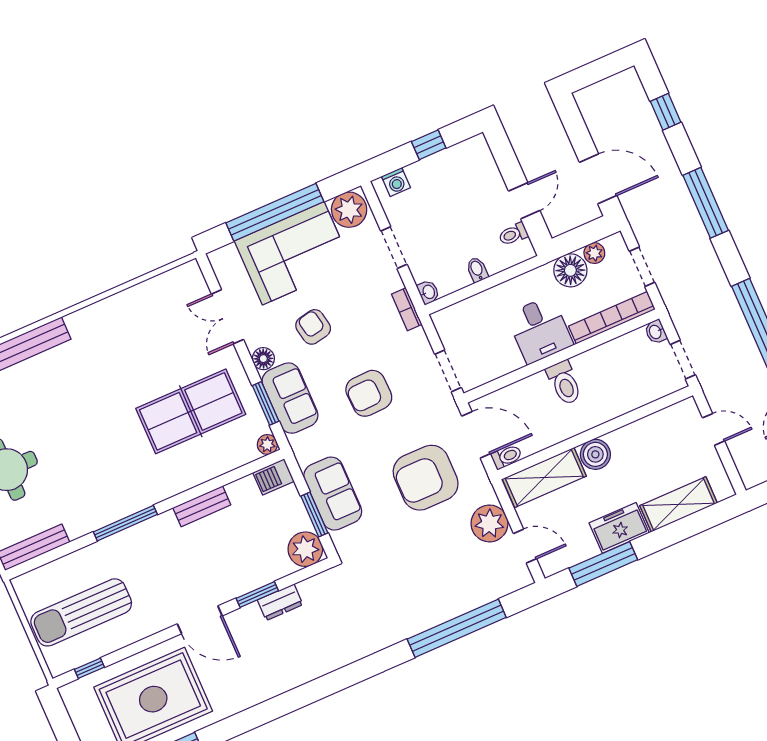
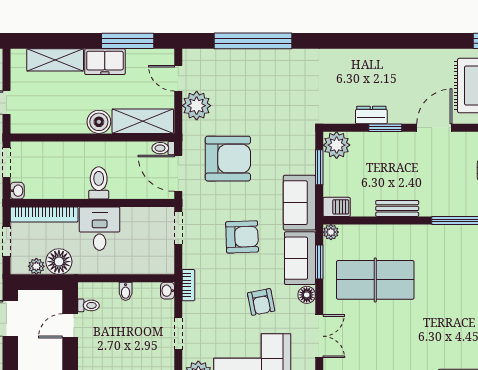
sofa: (333, 494) -> (299, 203), moved
door: (200, 620) -> (434, 128), hinge flipped

